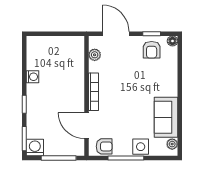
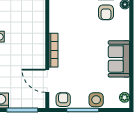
plant: (95, 55) -> (55, 17), removed
sofa: (166, 117) -> (119, 59), moved
armchair: (104, 146) -> (63, 100), turned -90

